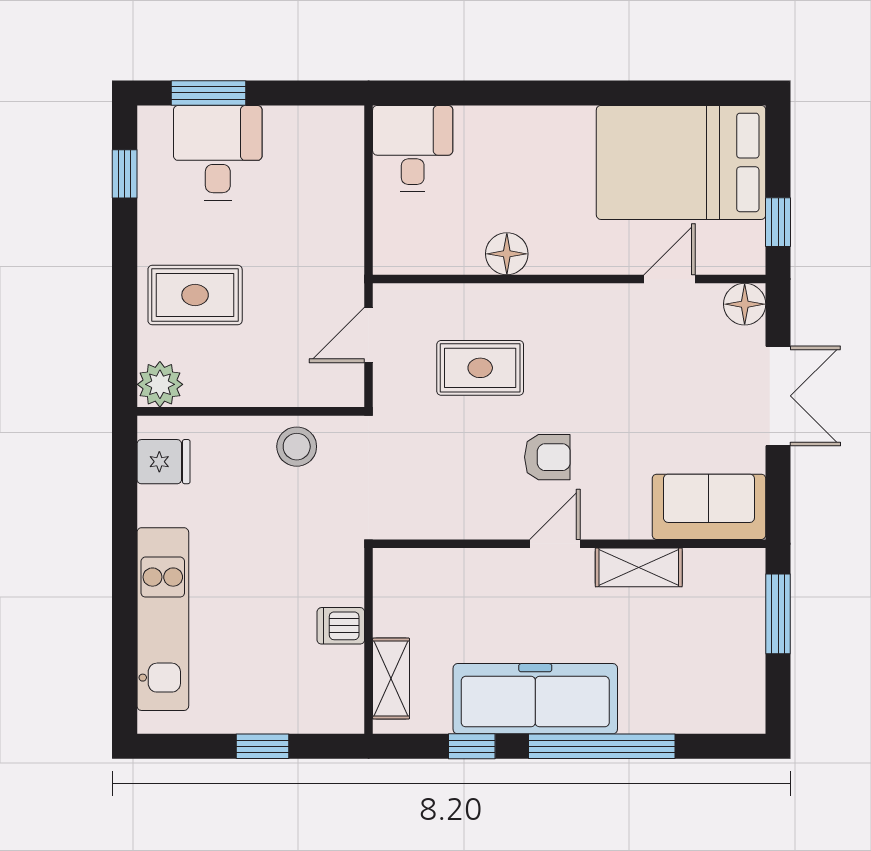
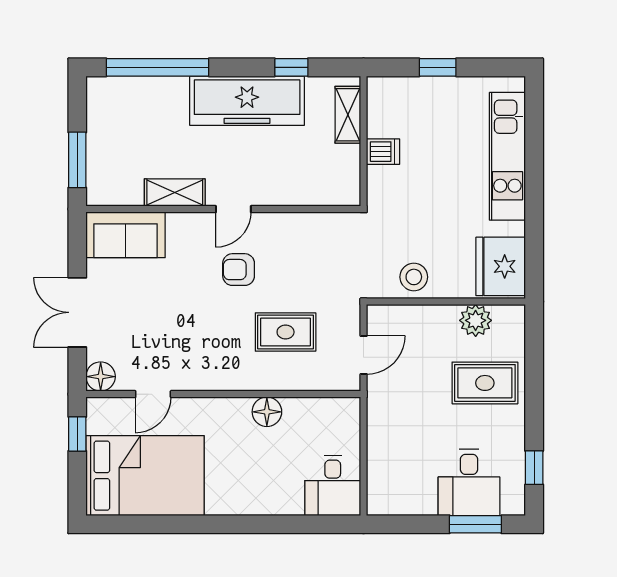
plant: (160, 384) -> (476, 320), moved
fridge: (163, 462) -> (501, 266), width x1.88, depth x1.34
window: (602, 746) -> (158, 67), moved

